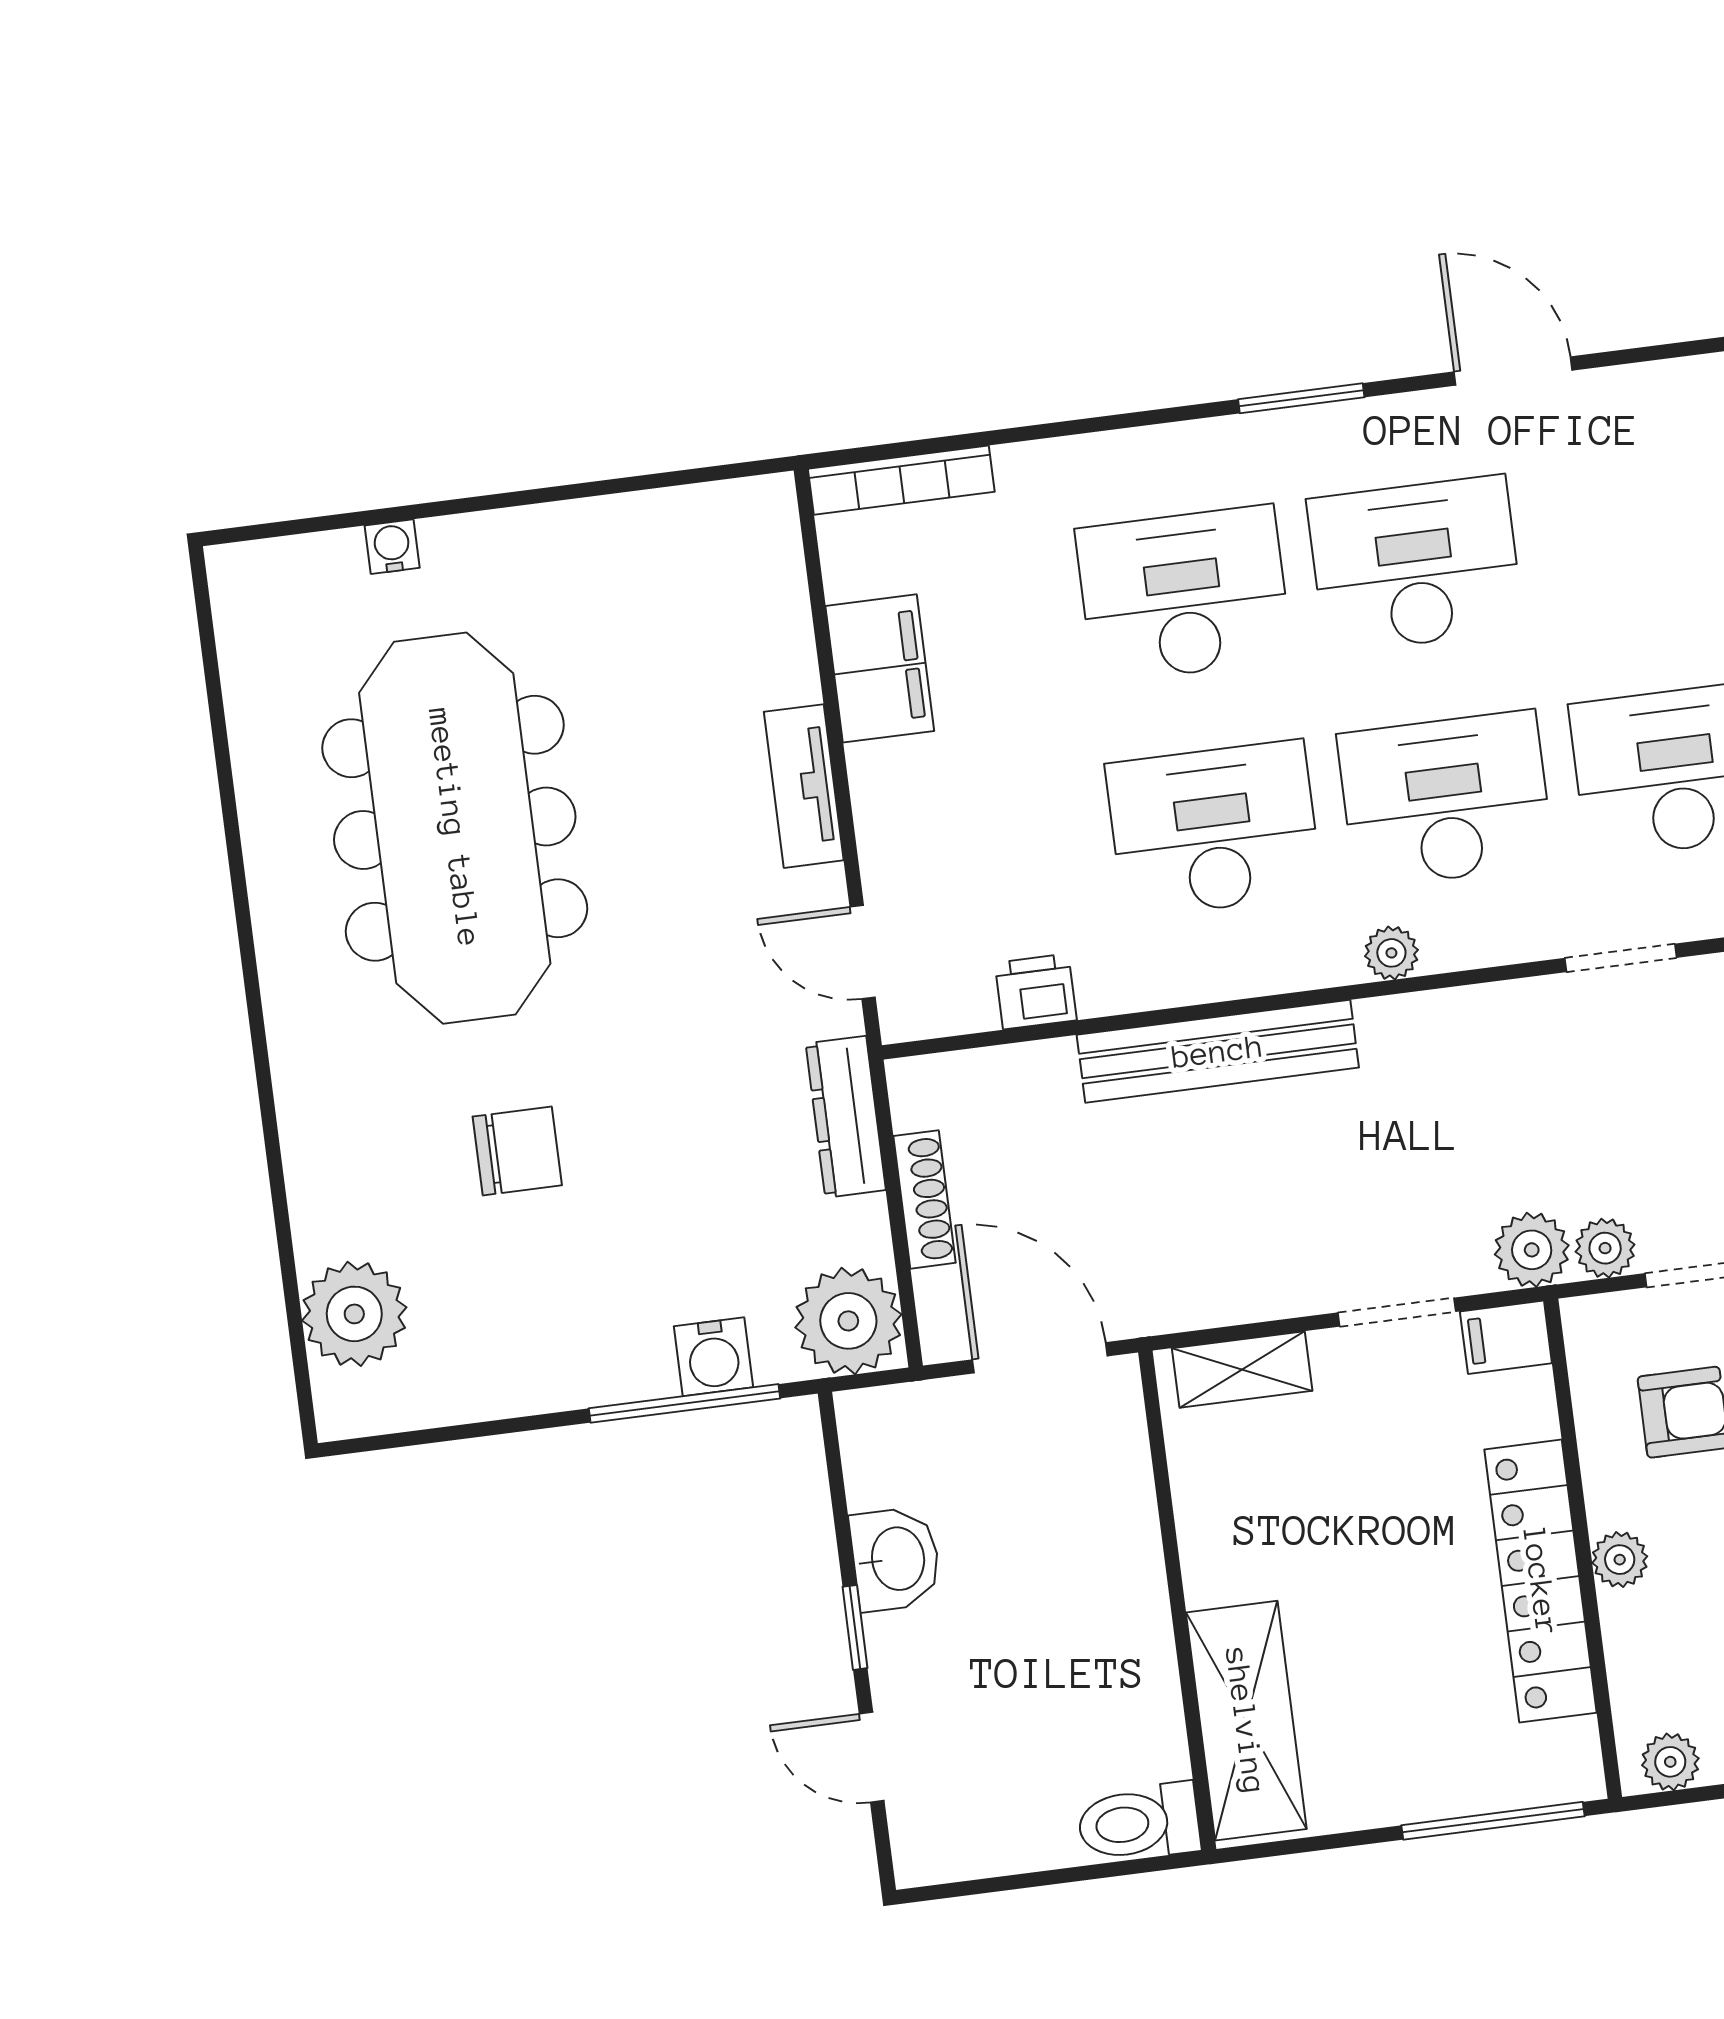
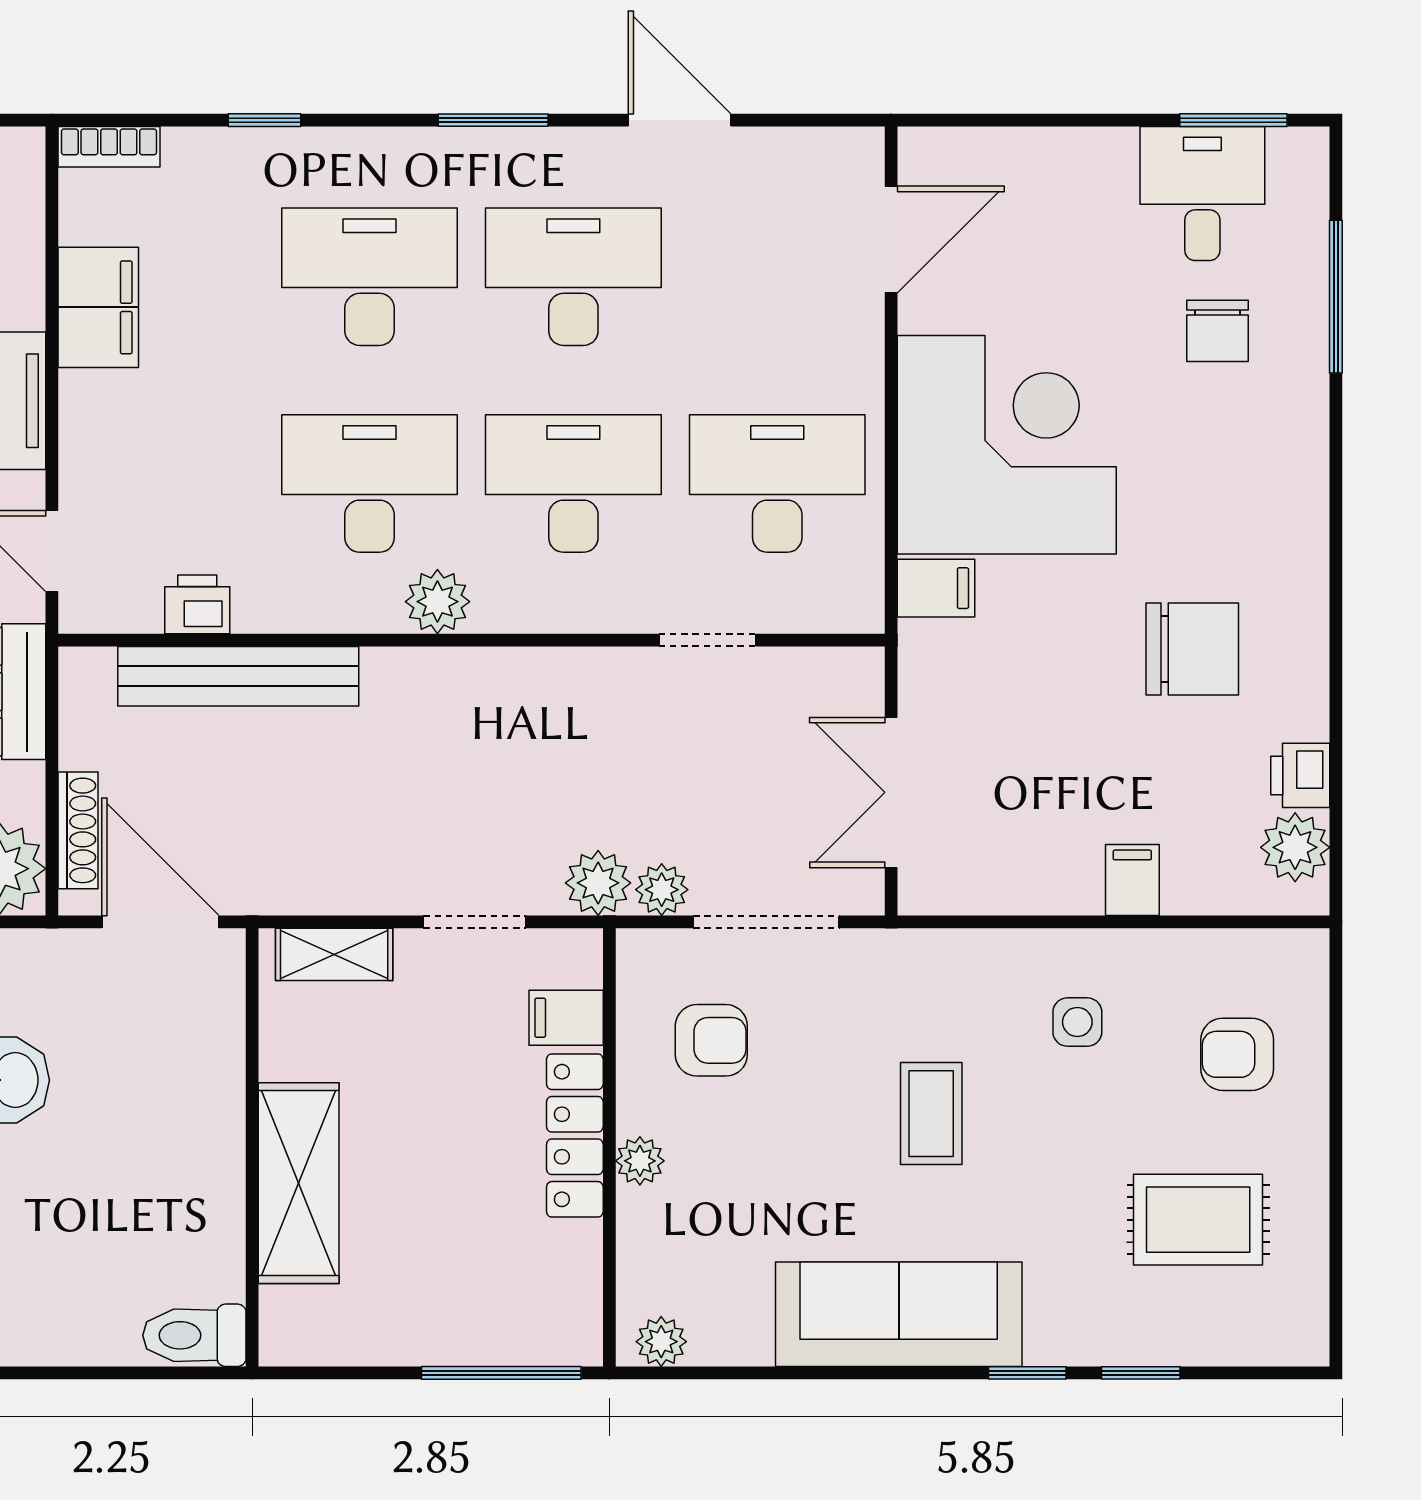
window: (1042, 431) -> (264, 120), added
bookcase: (901, 480) -> (109, 147), width x0.64
plant: (1391, 953) -> (437, 602), moved, width x1.38, depth x1.38
bench: (1218, 1051) -> (238, 676), moved
shoe rack: (924, 1199) -> (78, 830), moved
filing cabinet: (1506, 1337) -> (566, 1018), moved
locker: (1541, 1581) -> (575, 1136), width x0.71, depth x0.83
shelving: (1246, 1721) -> (299, 1183), moved

